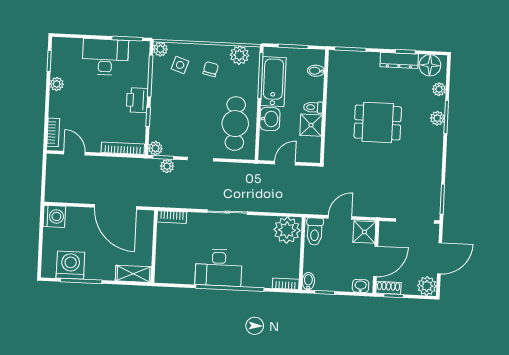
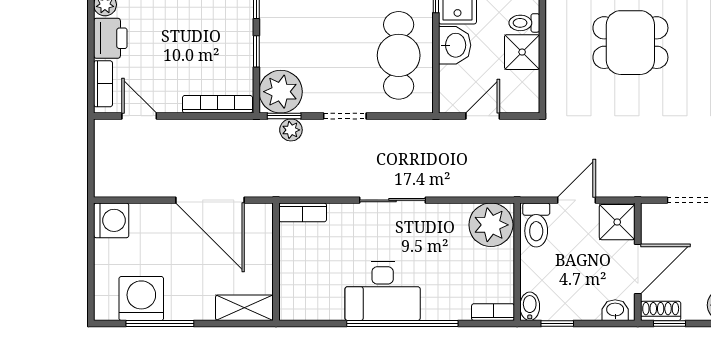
printer: (137, 100) -> (110, 38), moved, turned 180
plant: (155, 148) -> (281, 92), width x1.87, depth x1.87

